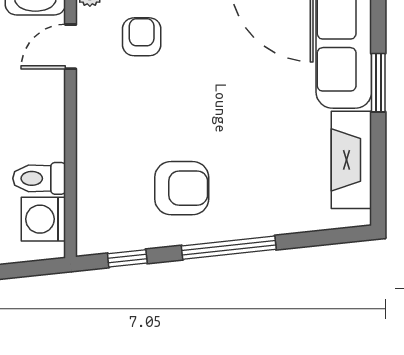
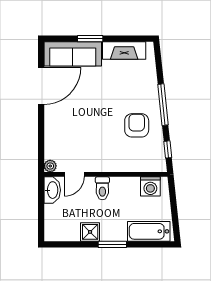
armchair: (142, 37) -> (70, 143), removed
door: (71, 47) -> (74, 174), hinge flipped
toilet: (39, 178) -> (102, 188), moved

